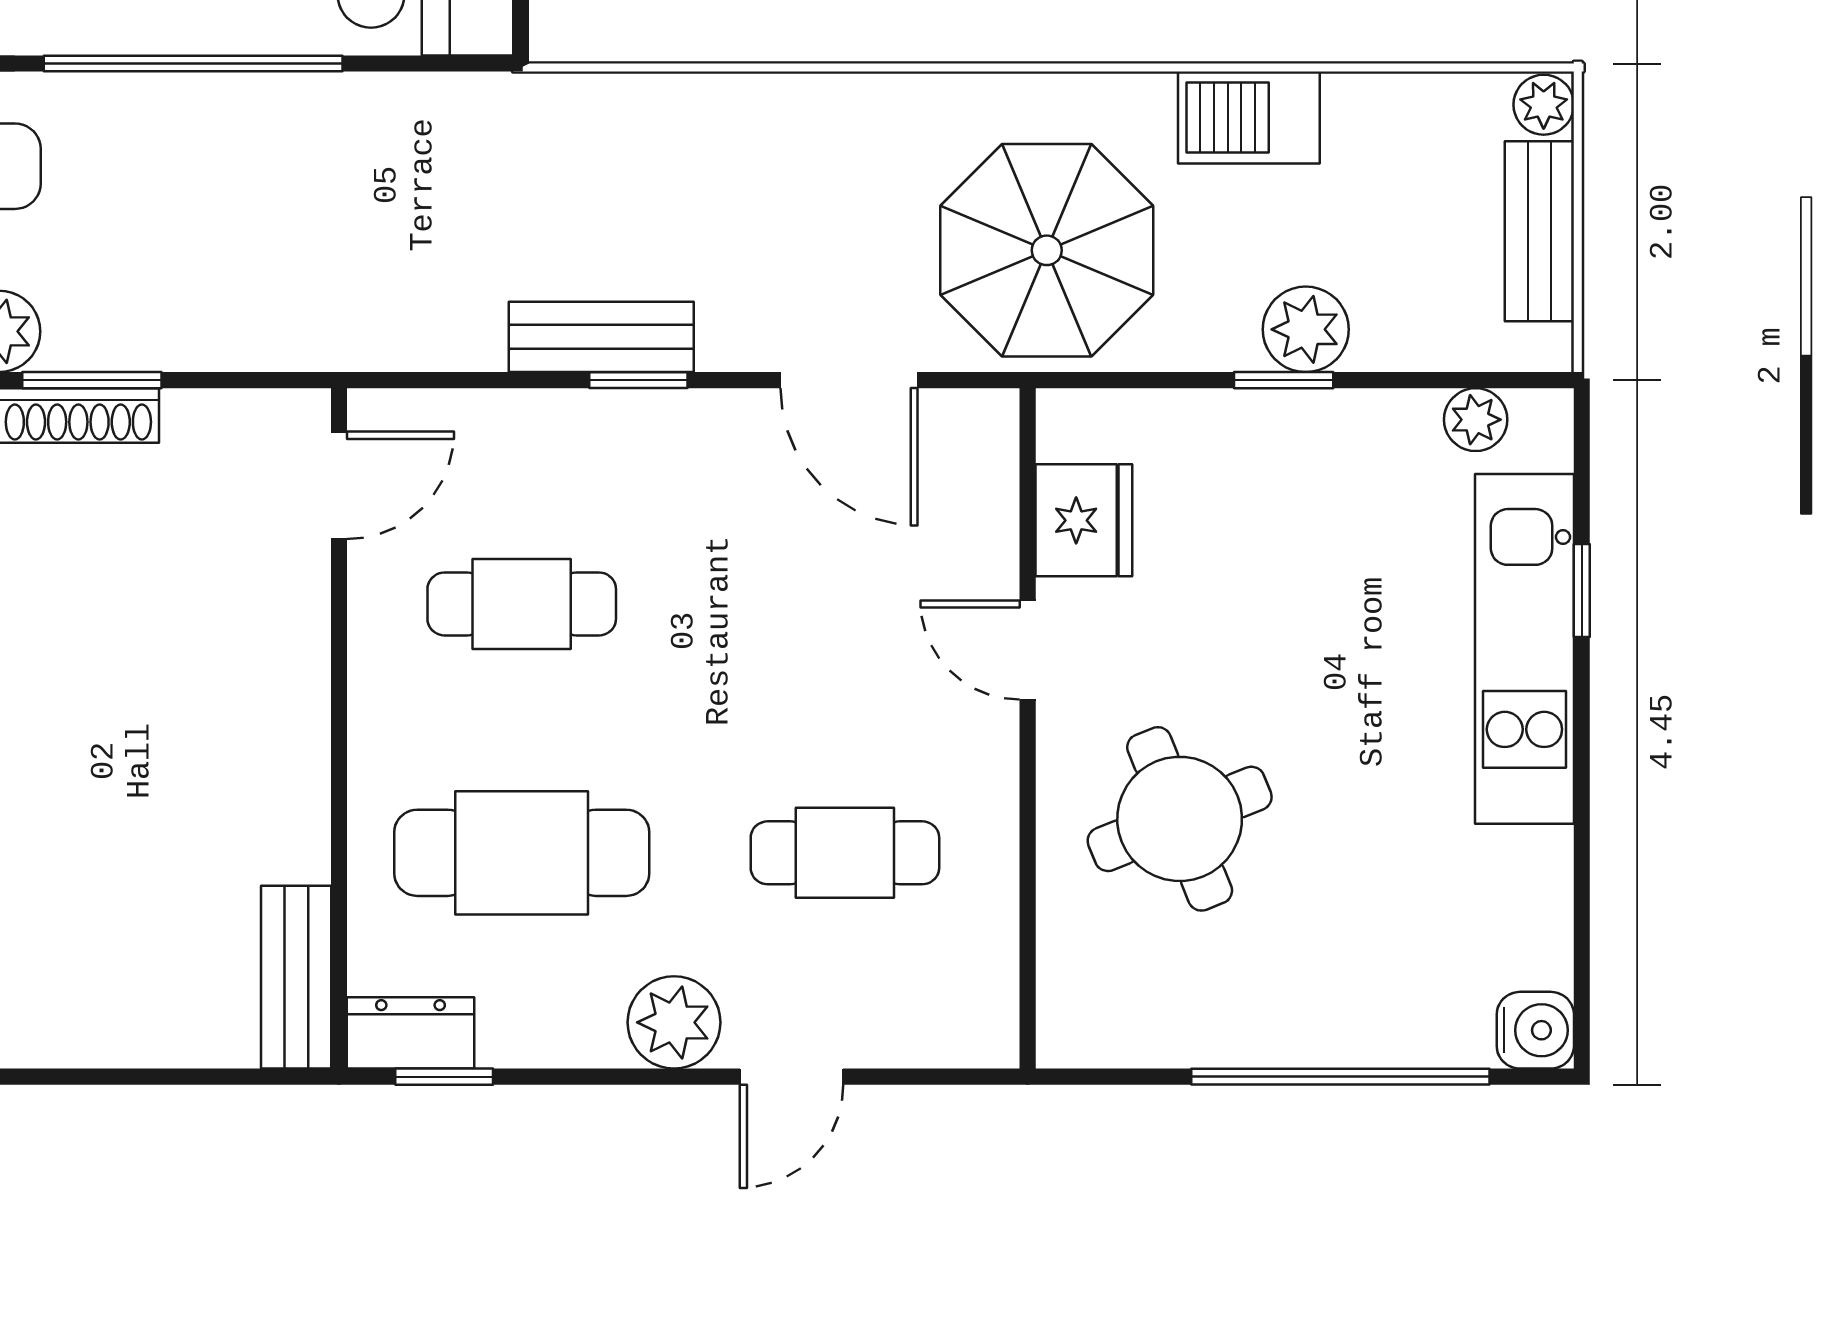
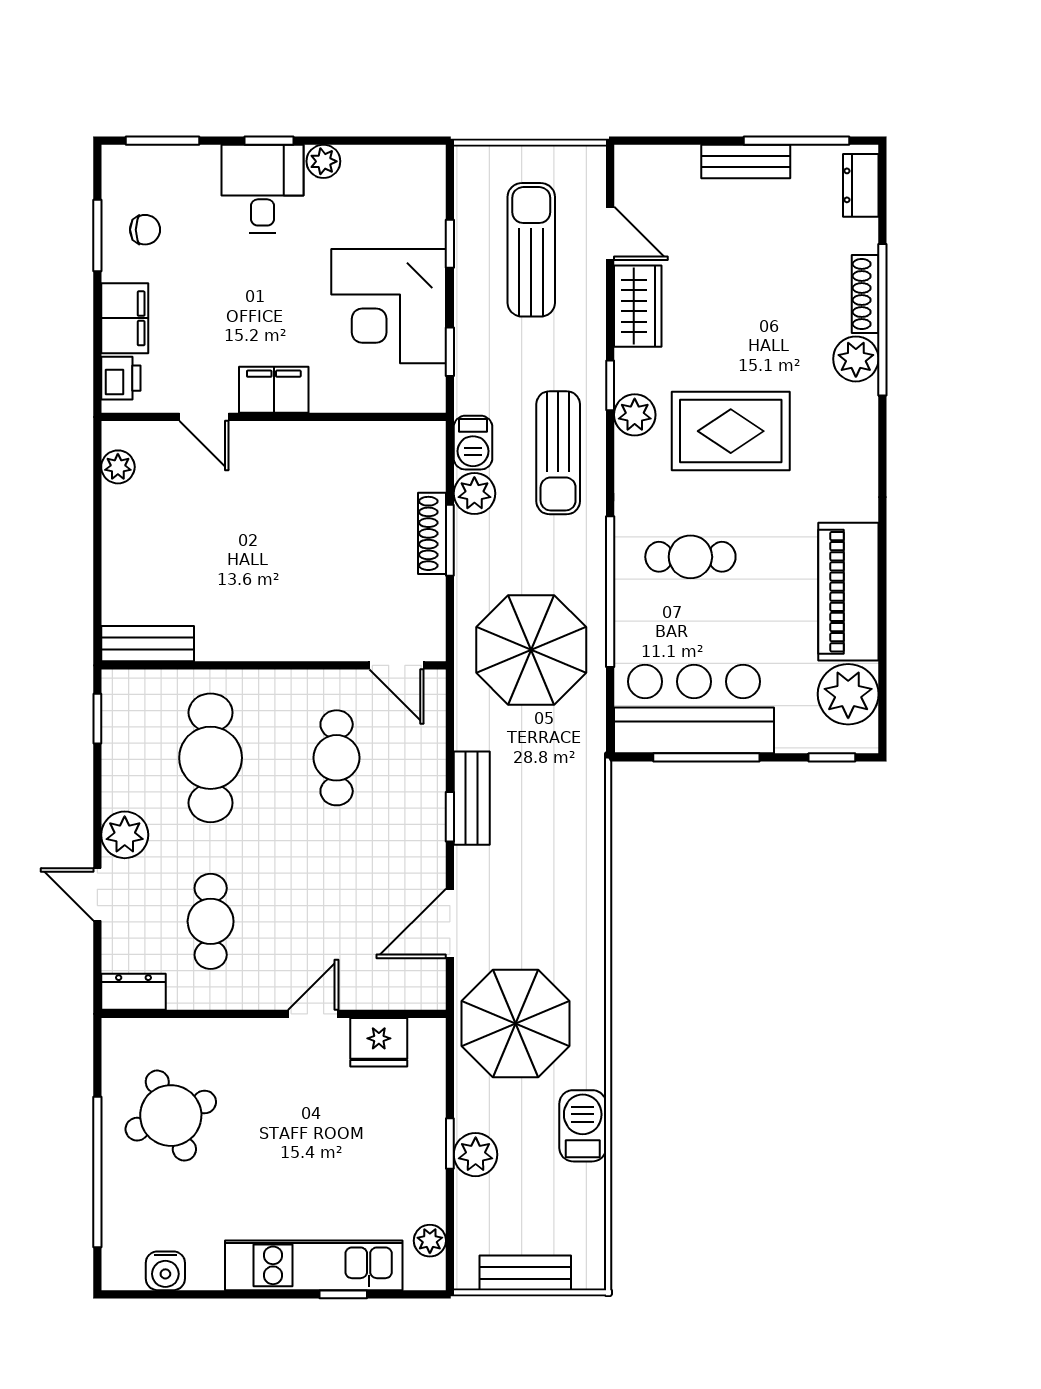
plant: (1544, 105) -> (589, 1275), removed
parasol: (309, 219) -> (531, 650), added
round table: (1180, 819) -> (171, 1116), moved
water cooler: (1535, 1030) -> (165, 1271), moved
dresser: (411, 1033) -> (133, 992), moved, turned -90

